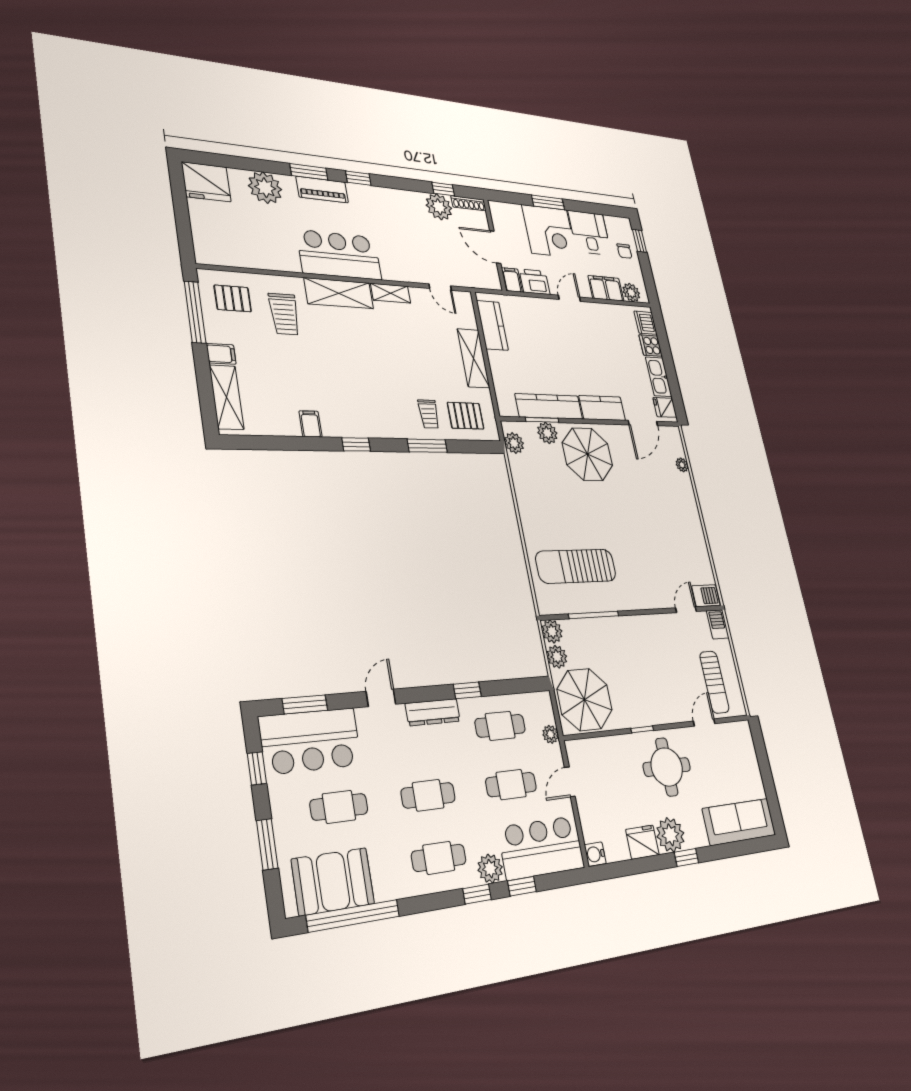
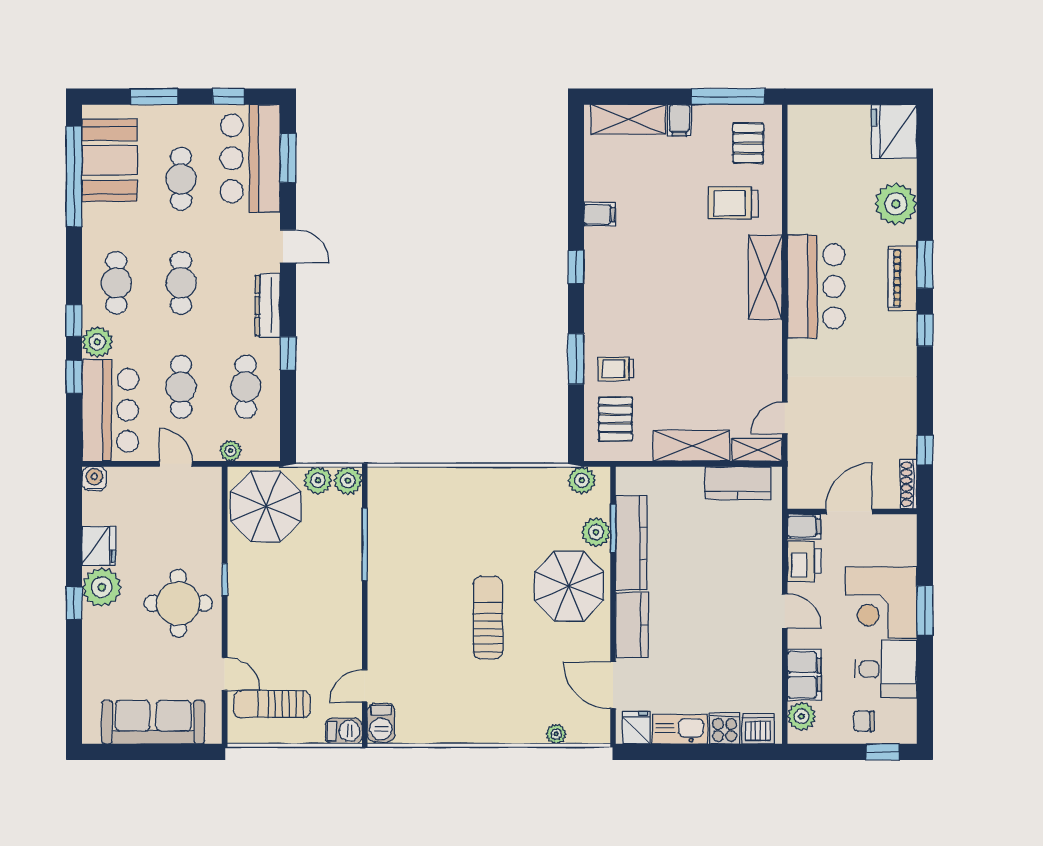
plant: (439, 207) -> (898, 439), removed
shelving: (391, 293) -> (757, 450), moved, turned 90
sun lounger: (576, 566) -> (488, 618), moved, width x0.73, depth x0.75
door: (686, 610) -> (365, 686), swing flipped
sofa: (739, 822) -> (153, 722), moved, turned -90

